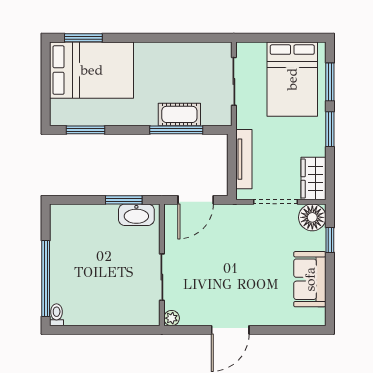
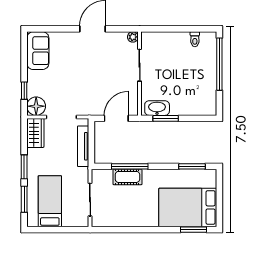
bed: (292, 79) -> (50, 201), width x0.67
sofa: (310, 279) -> (38, 51), moved
toilet: (57, 315) -> (195, 39), moved

